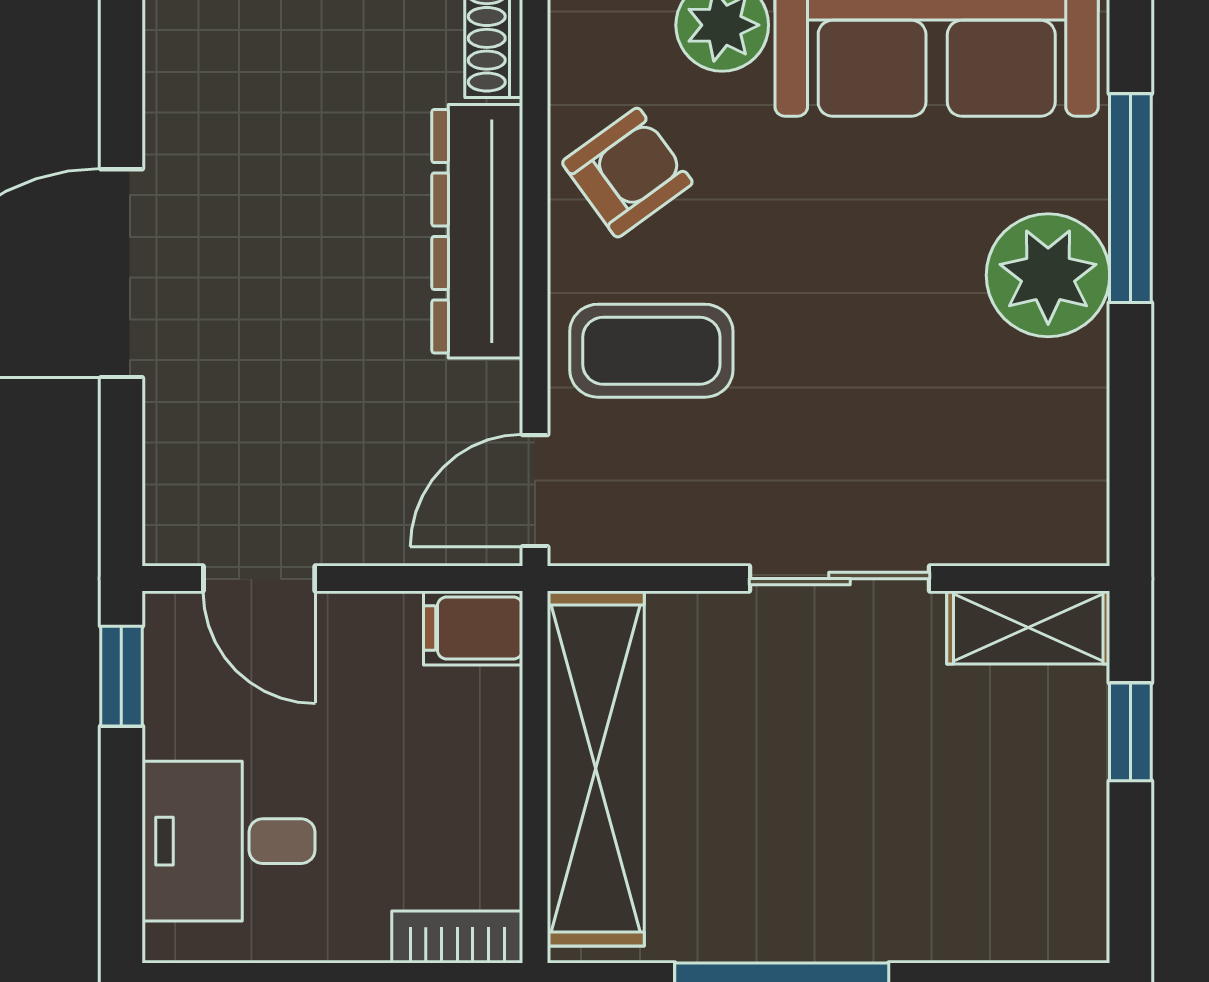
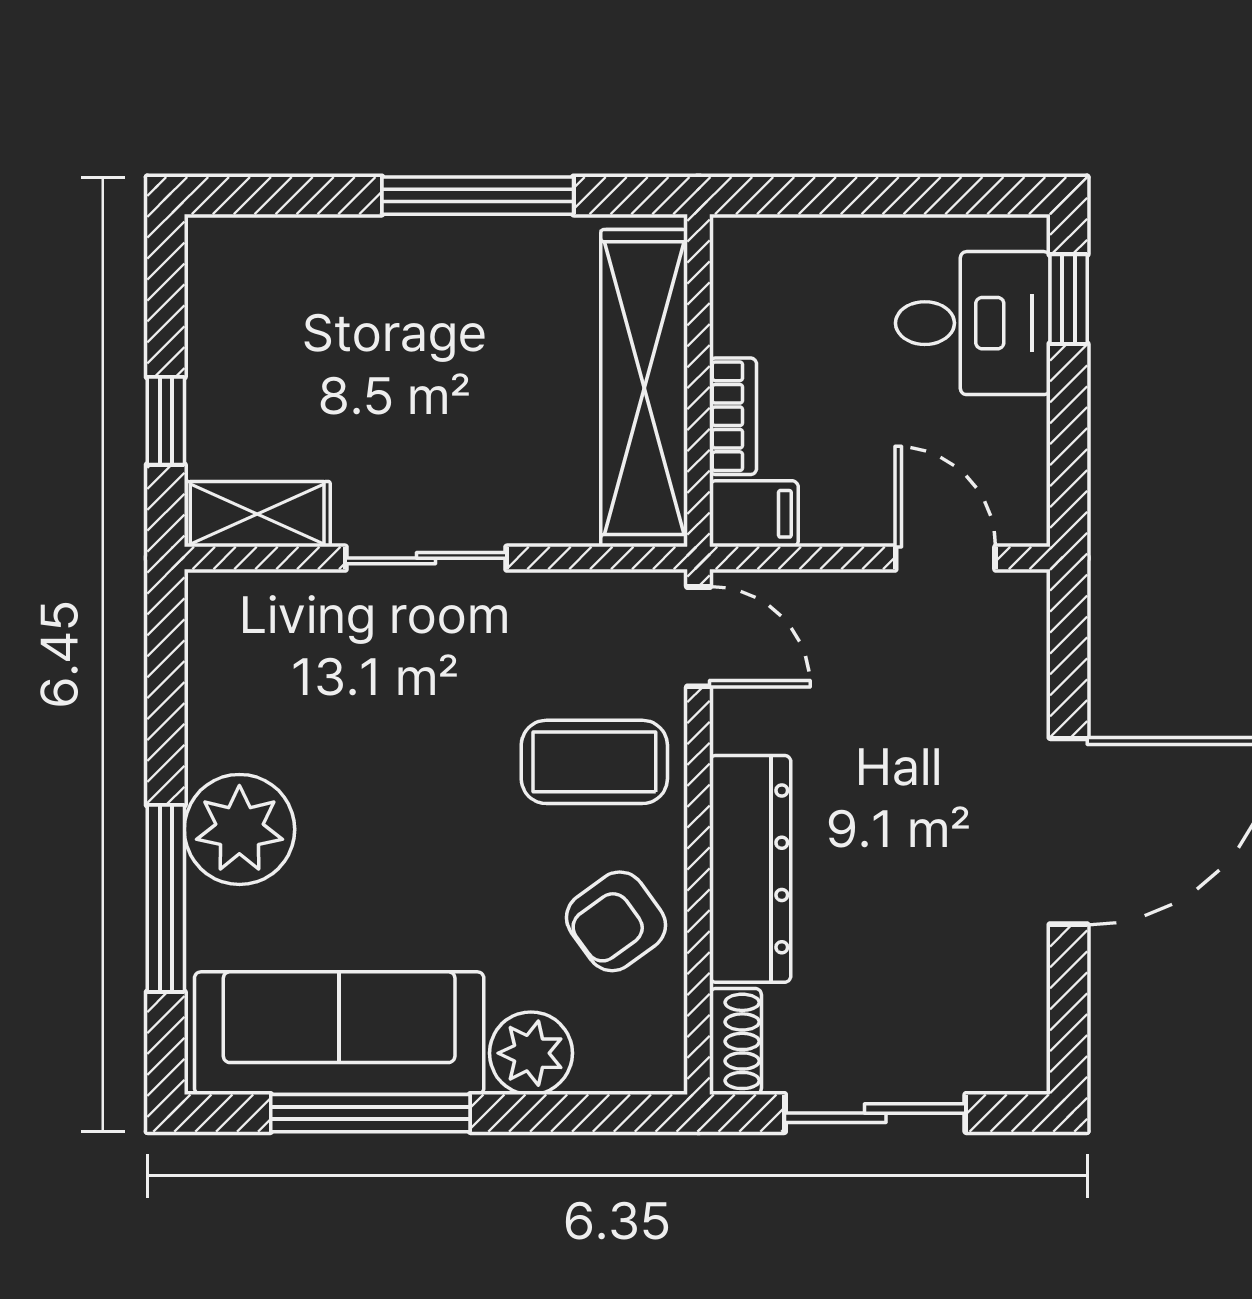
door: (535, 491) -> (699, 637), hinge flipped
window: (121, 676) -> (1069, 299), moved
bookcase: (457, 937) -> (733, 416), moved, turned -90

